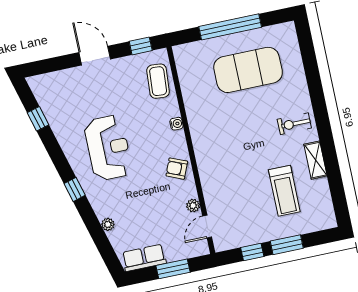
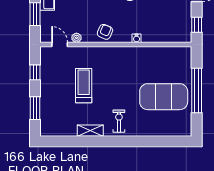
exercise mat: (248, 70) -> (164, 97), turned 90
coffee table: (158, 81) -> (169, 32), removed
treadmill: (284, 191) -> (84, 86), moved, turned 90
window: (287, 245) -> (35, 108), moved

